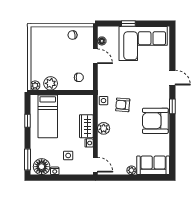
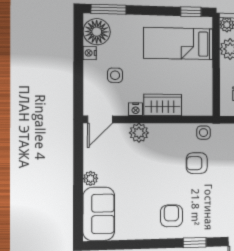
armchair: (123, 105) -> (197, 163), turned -95
window: (28, 121) -> (191, 12), moved
armchair: (155, 121) -> (171, 216), width x0.53, depth x0.53
plant: (104, 128) -> (139, 133), moved

